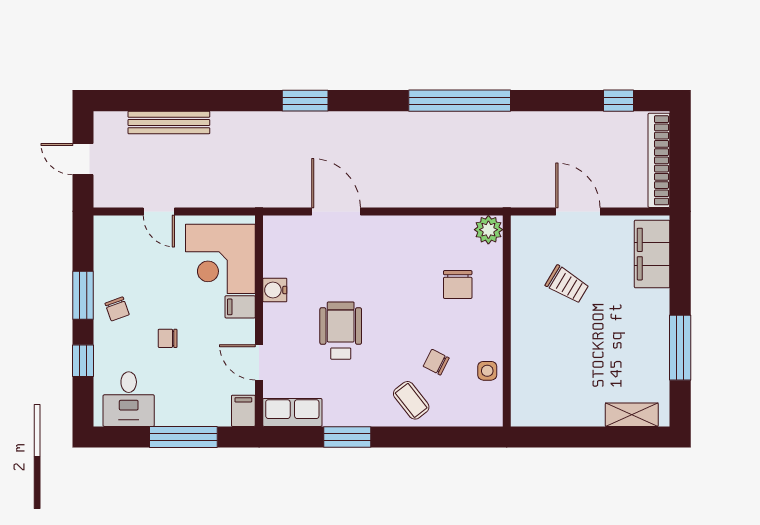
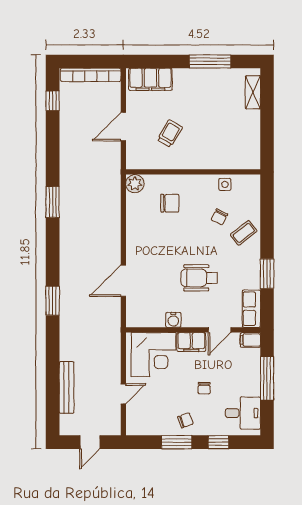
window: (460, 101) -> (53, 202), width x0.47
filing cabinet: (240, 307) -> (191, 342), width x2.00

